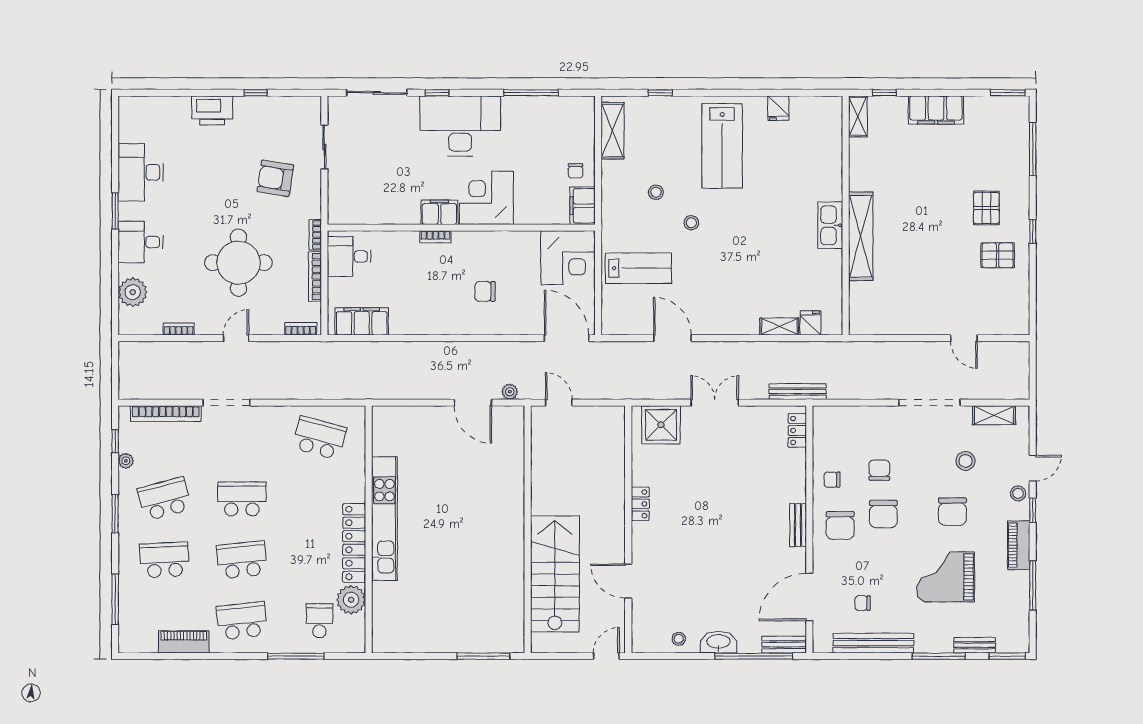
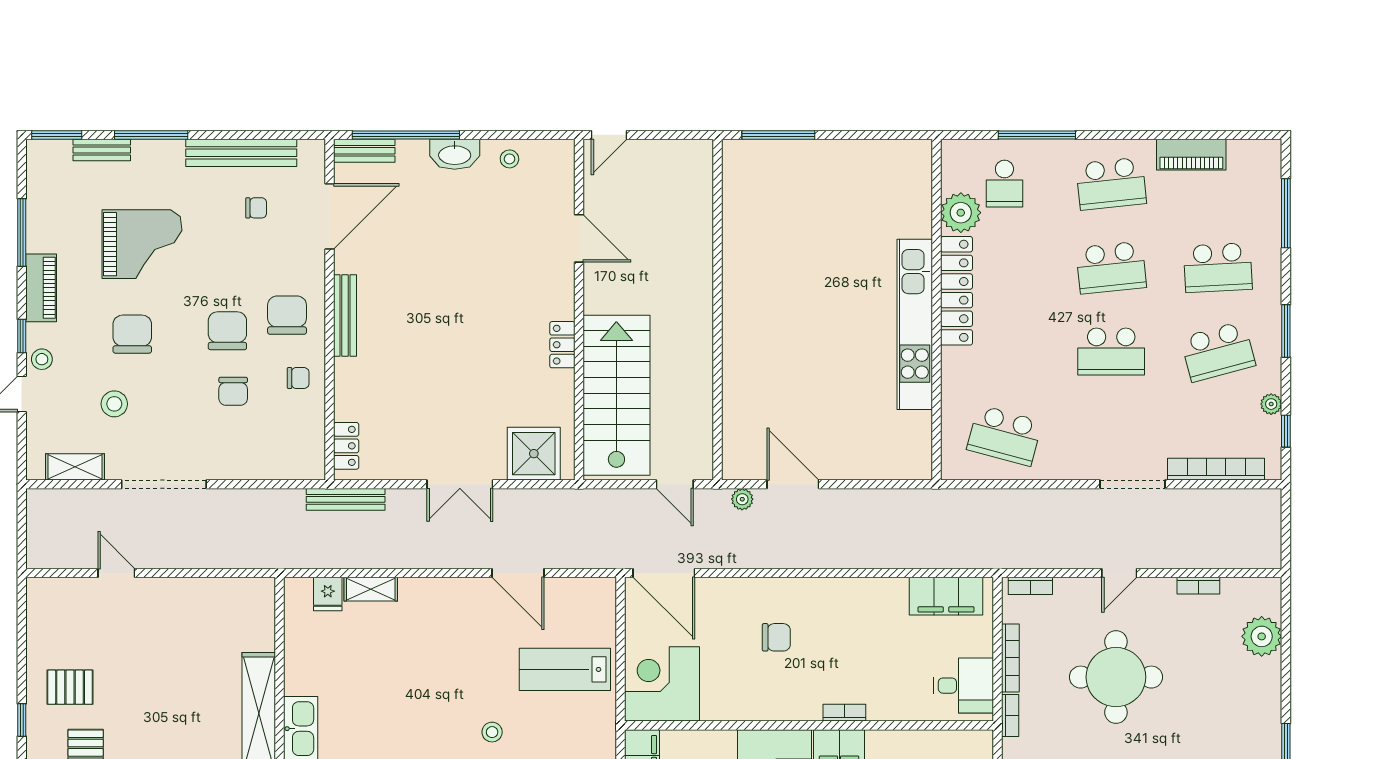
desk: (141, 242) -> (1251, 705), removed
bench: (798, 525) -> (345, 315), width x1.36
stairs: (555, 574) -> (616, 395), moved, turned 180

